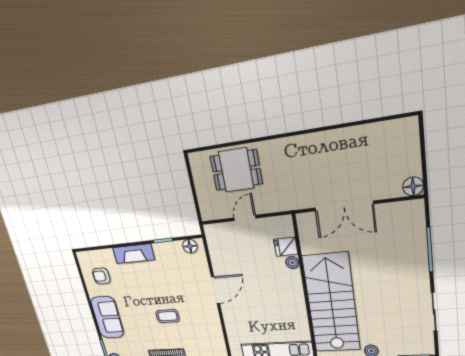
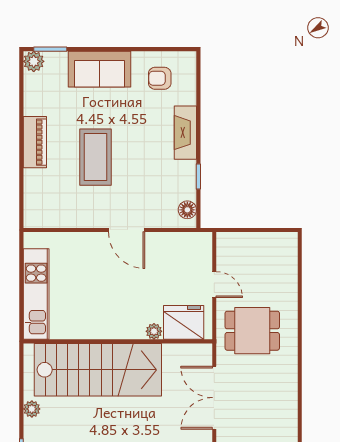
dining table: (236, 170) -> (252, 331), moved, turned 90
fridge: (286, 247) -> (184, 322), width x1.88, depth x1.34
armchair: (101, 276) -> (160, 78), turned -90
coffee table: (168, 316) -> (96, 157), width x1.86, depth x1.72

